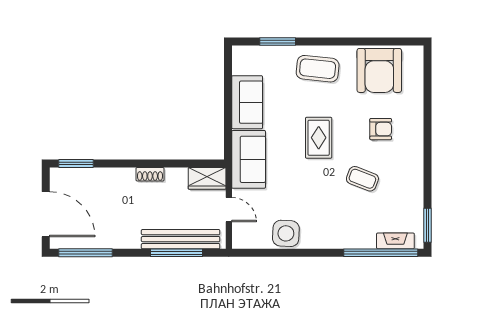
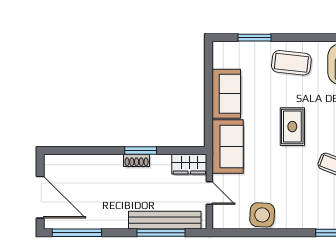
window: (76, 164) -> (141, 150), moved

